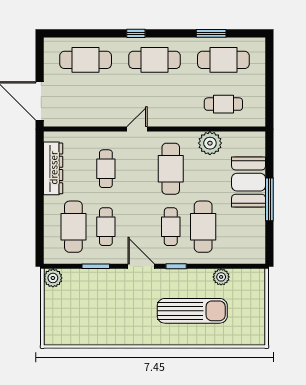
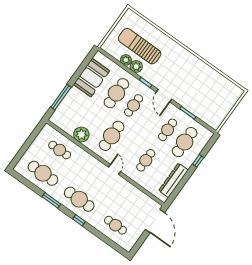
window: (211, 33) -> (51, 200), moved
cafe table: (86, 60) -> (115, 225), width x0.73, depth x0.74
door: (137, 129) -> (114, 169), swing flipped
booth: (249, 182) -> (91, 78), moved
window: (269, 199) -> (61, 97), moved
window: (40, 215) -> (198, 161), added
plant: (53, 278) -> (136, 66), moved
sun lounger: (192, 311) -> (140, 46), moved

